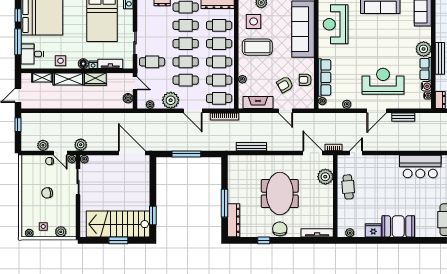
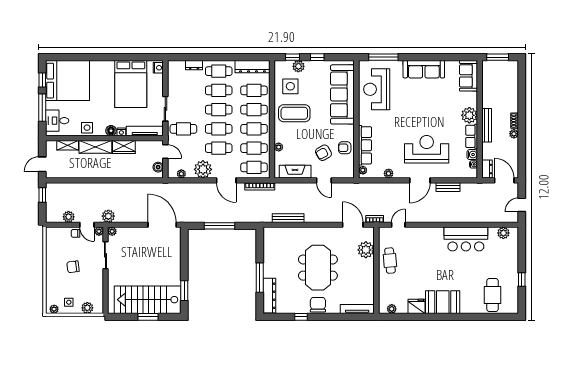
tv unit: (110, 64) -> (145, 131), width x1.41

